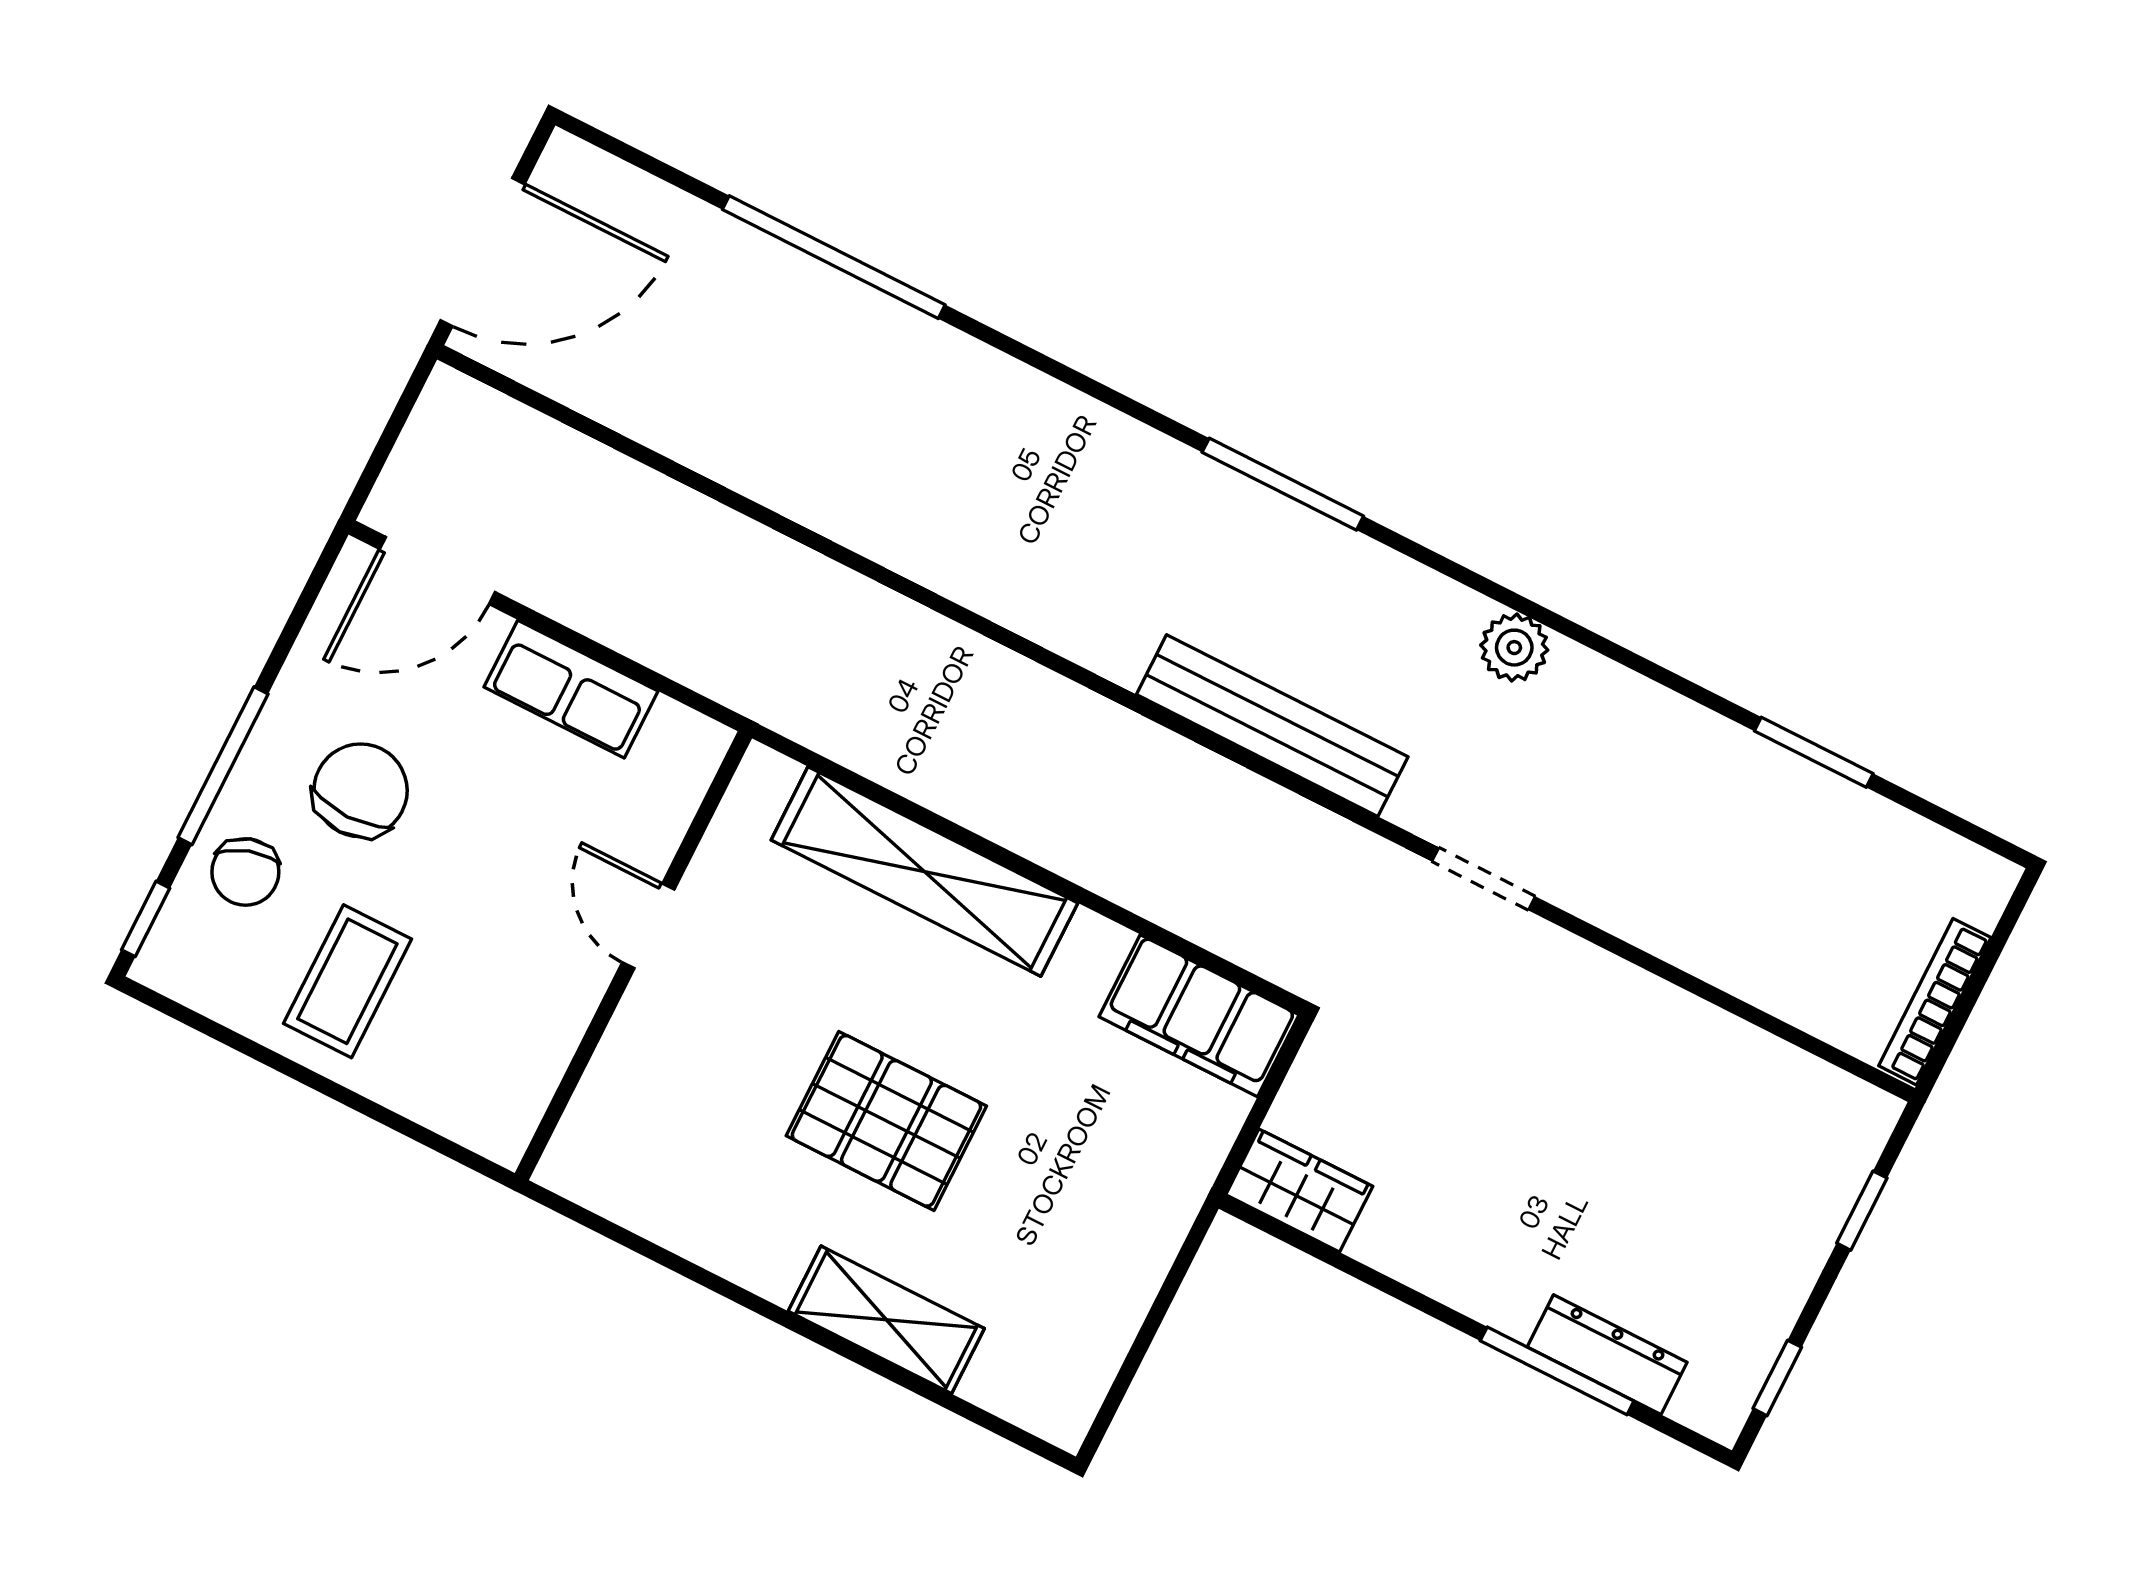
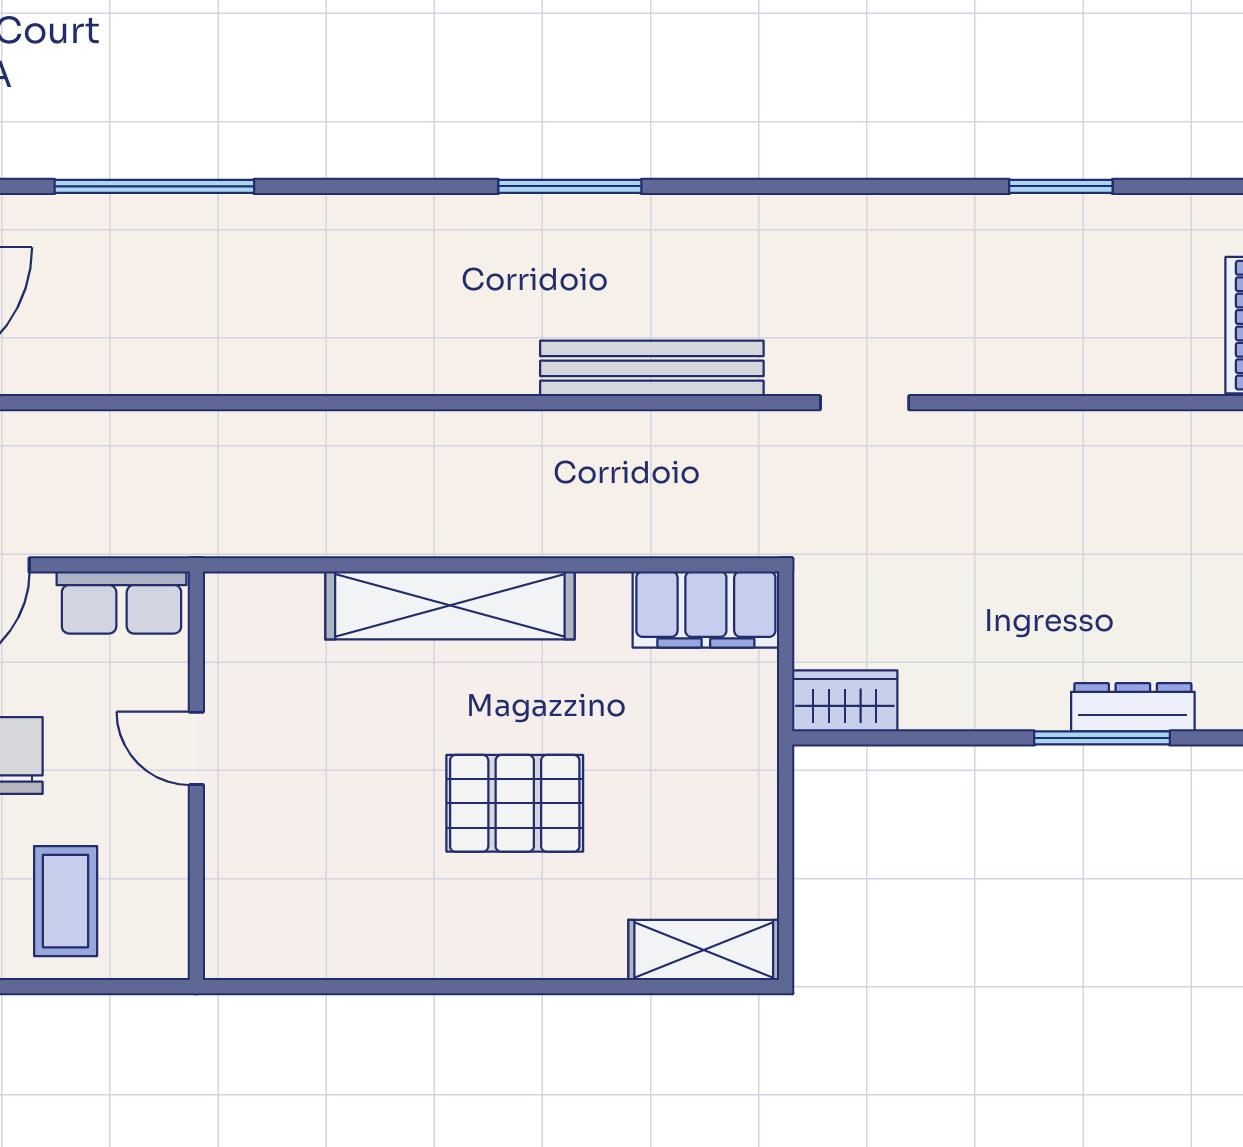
plant: (1514, 648) -> (801, 221), removed
door: (648, 926) -> (196, 748), moved
wall: (633, 956) -> (196, 776), moved
shelving: (886, 1320) -> (704, 950), moved

